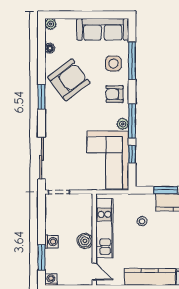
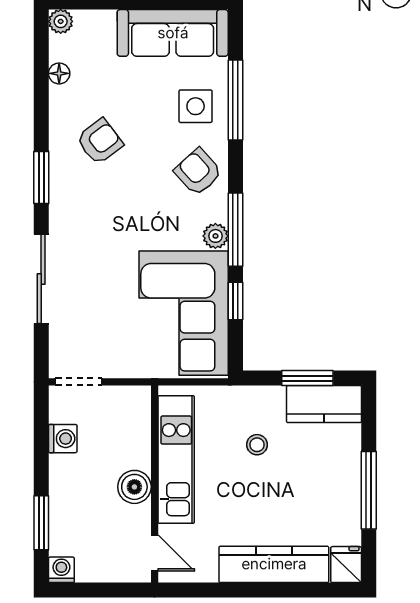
armchair: (69, 80) -> (100, 141), width x0.53, depth x0.53
armchair: (115, 94) -> (198, 172), turned 48
sliding door: (41, 158) -> (41, 279), moved
washing machine: (52, 242) -> (63, 439), moved

